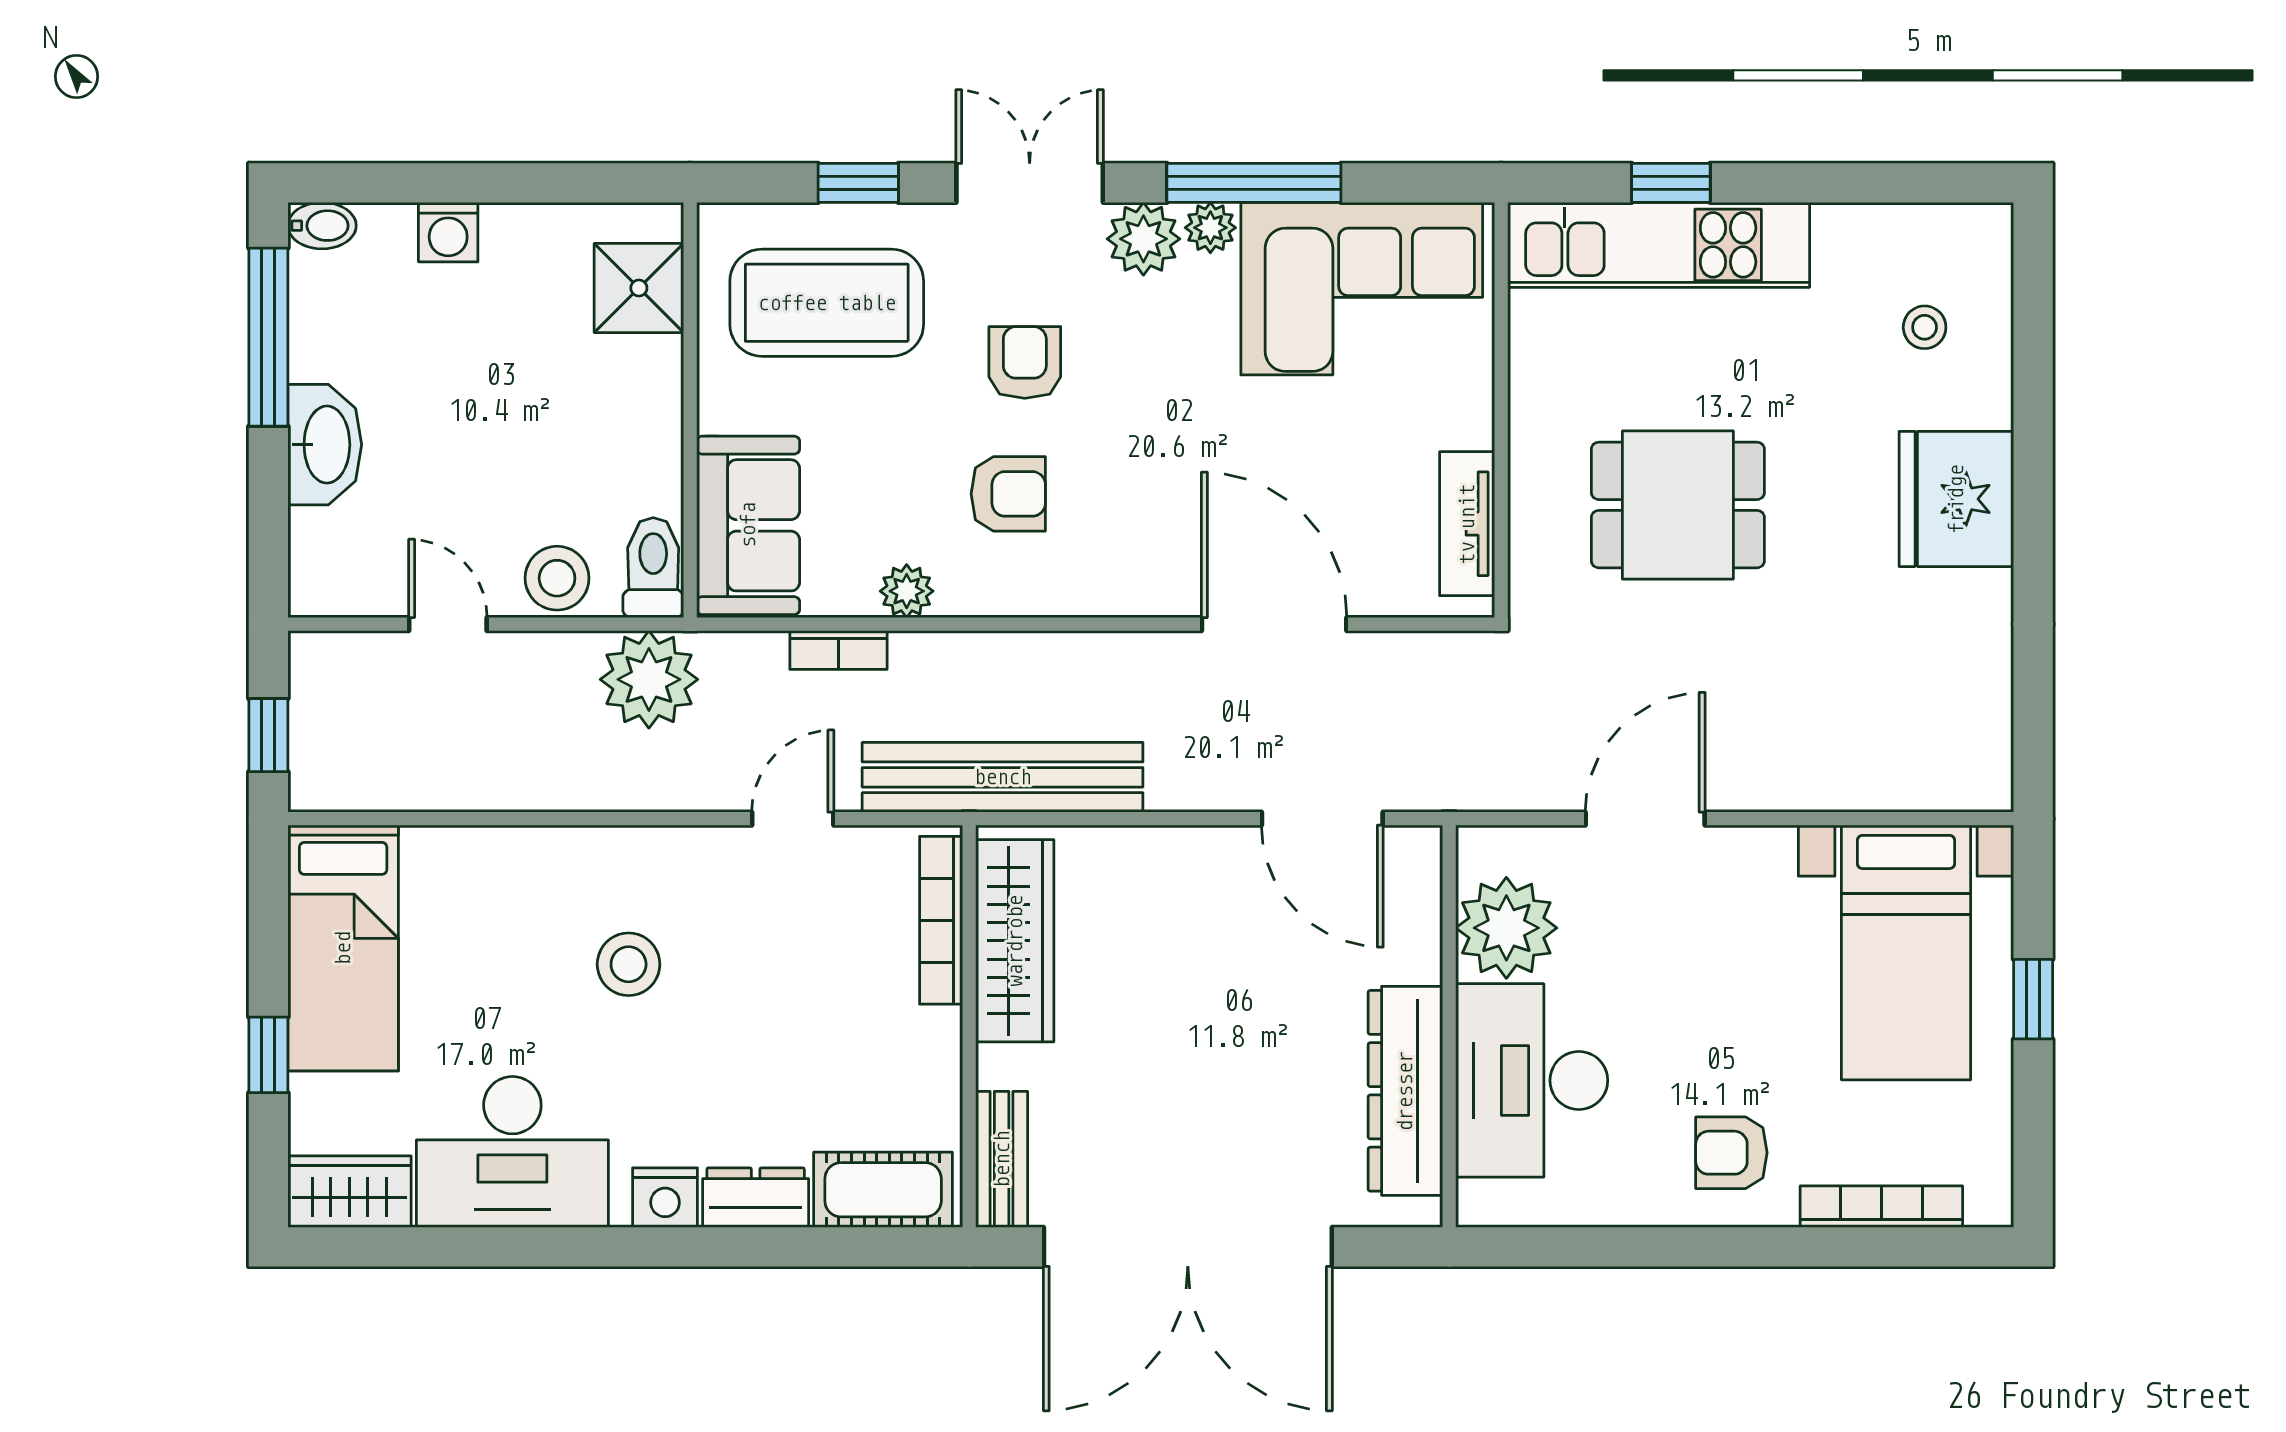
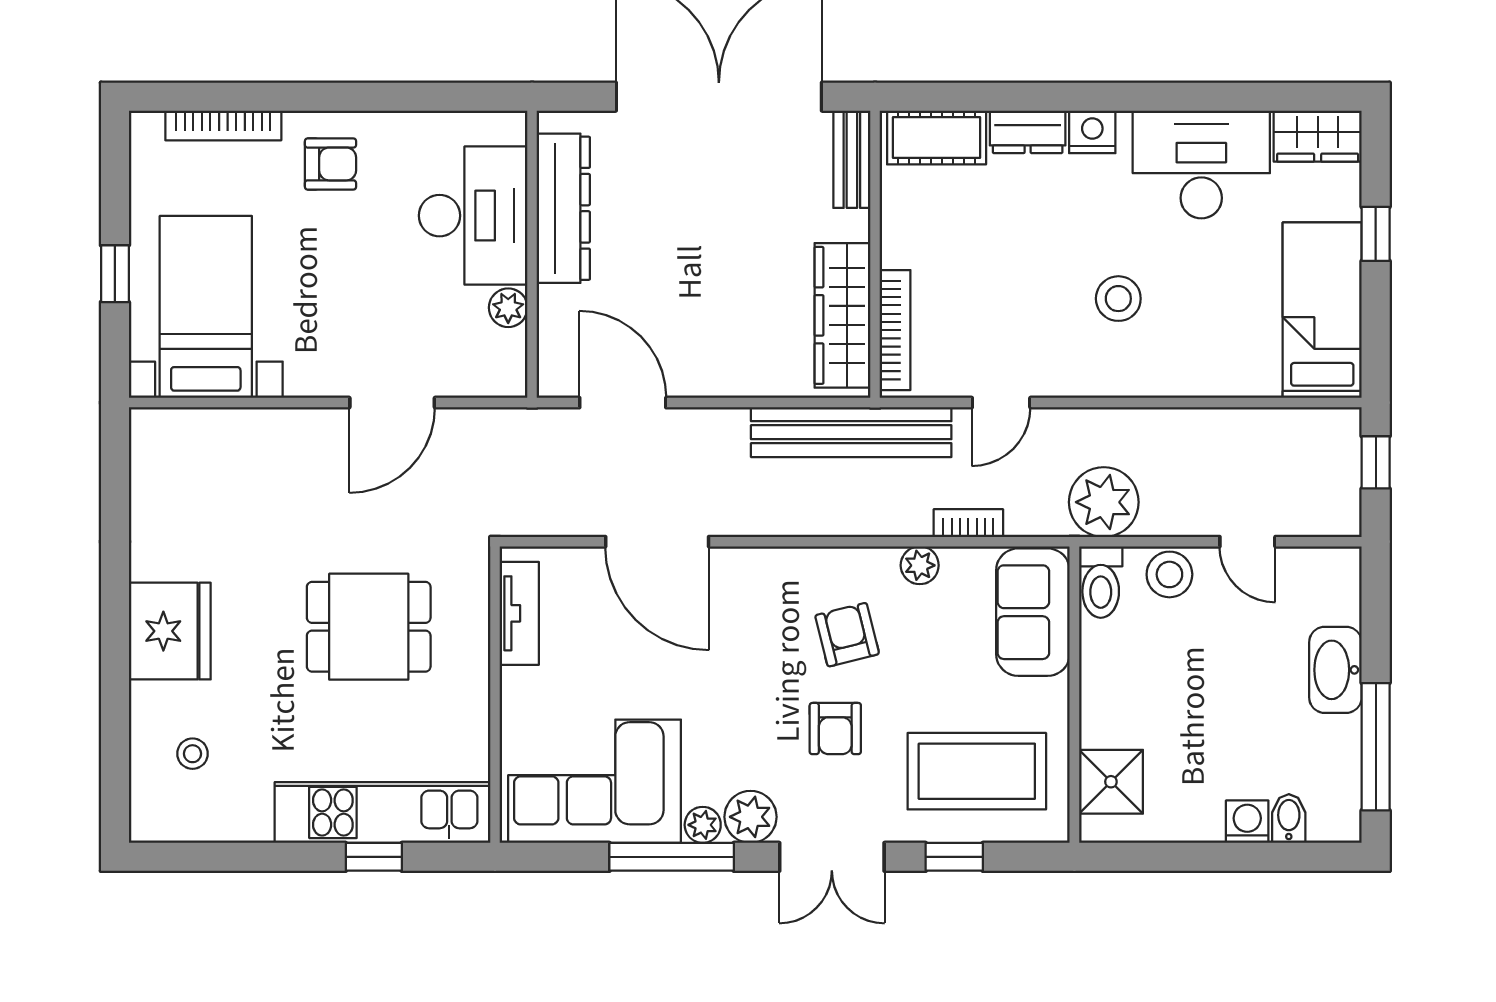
bidet: (322, 226) -> (1289, 818), moved, turned 90
armchair: (1008, 494) -> (847, 635), turned 76
plant: (1506, 928) -> (508, 308), width x0.53, depth x0.53

